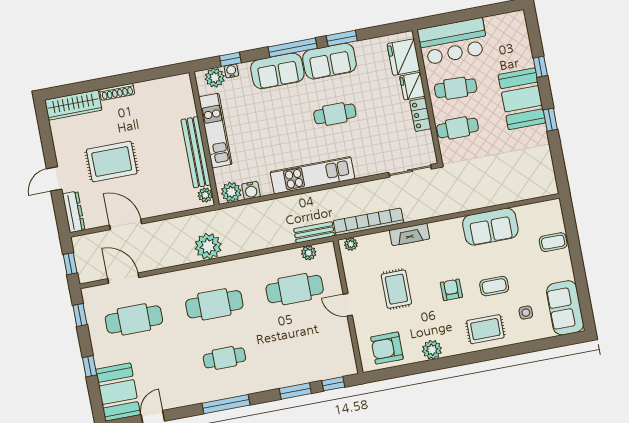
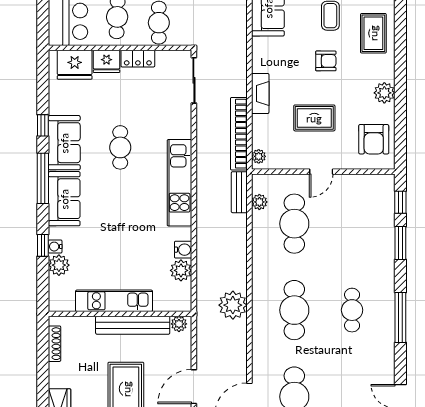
window: (342, 38) -> (43, 125), width x0.67
shoe rack: (117, 92) -> (55, 344), moved
kitchen unit: (215, 131) -> (114, 301), moved
wall: (204, 139) -> (120, 314), moved
bench: (196, 152) -> (133, 325), moved
plant: (205, 195) -> (179, 324), moved
armchair: (451, 290) -> (326, 61), turned 180

